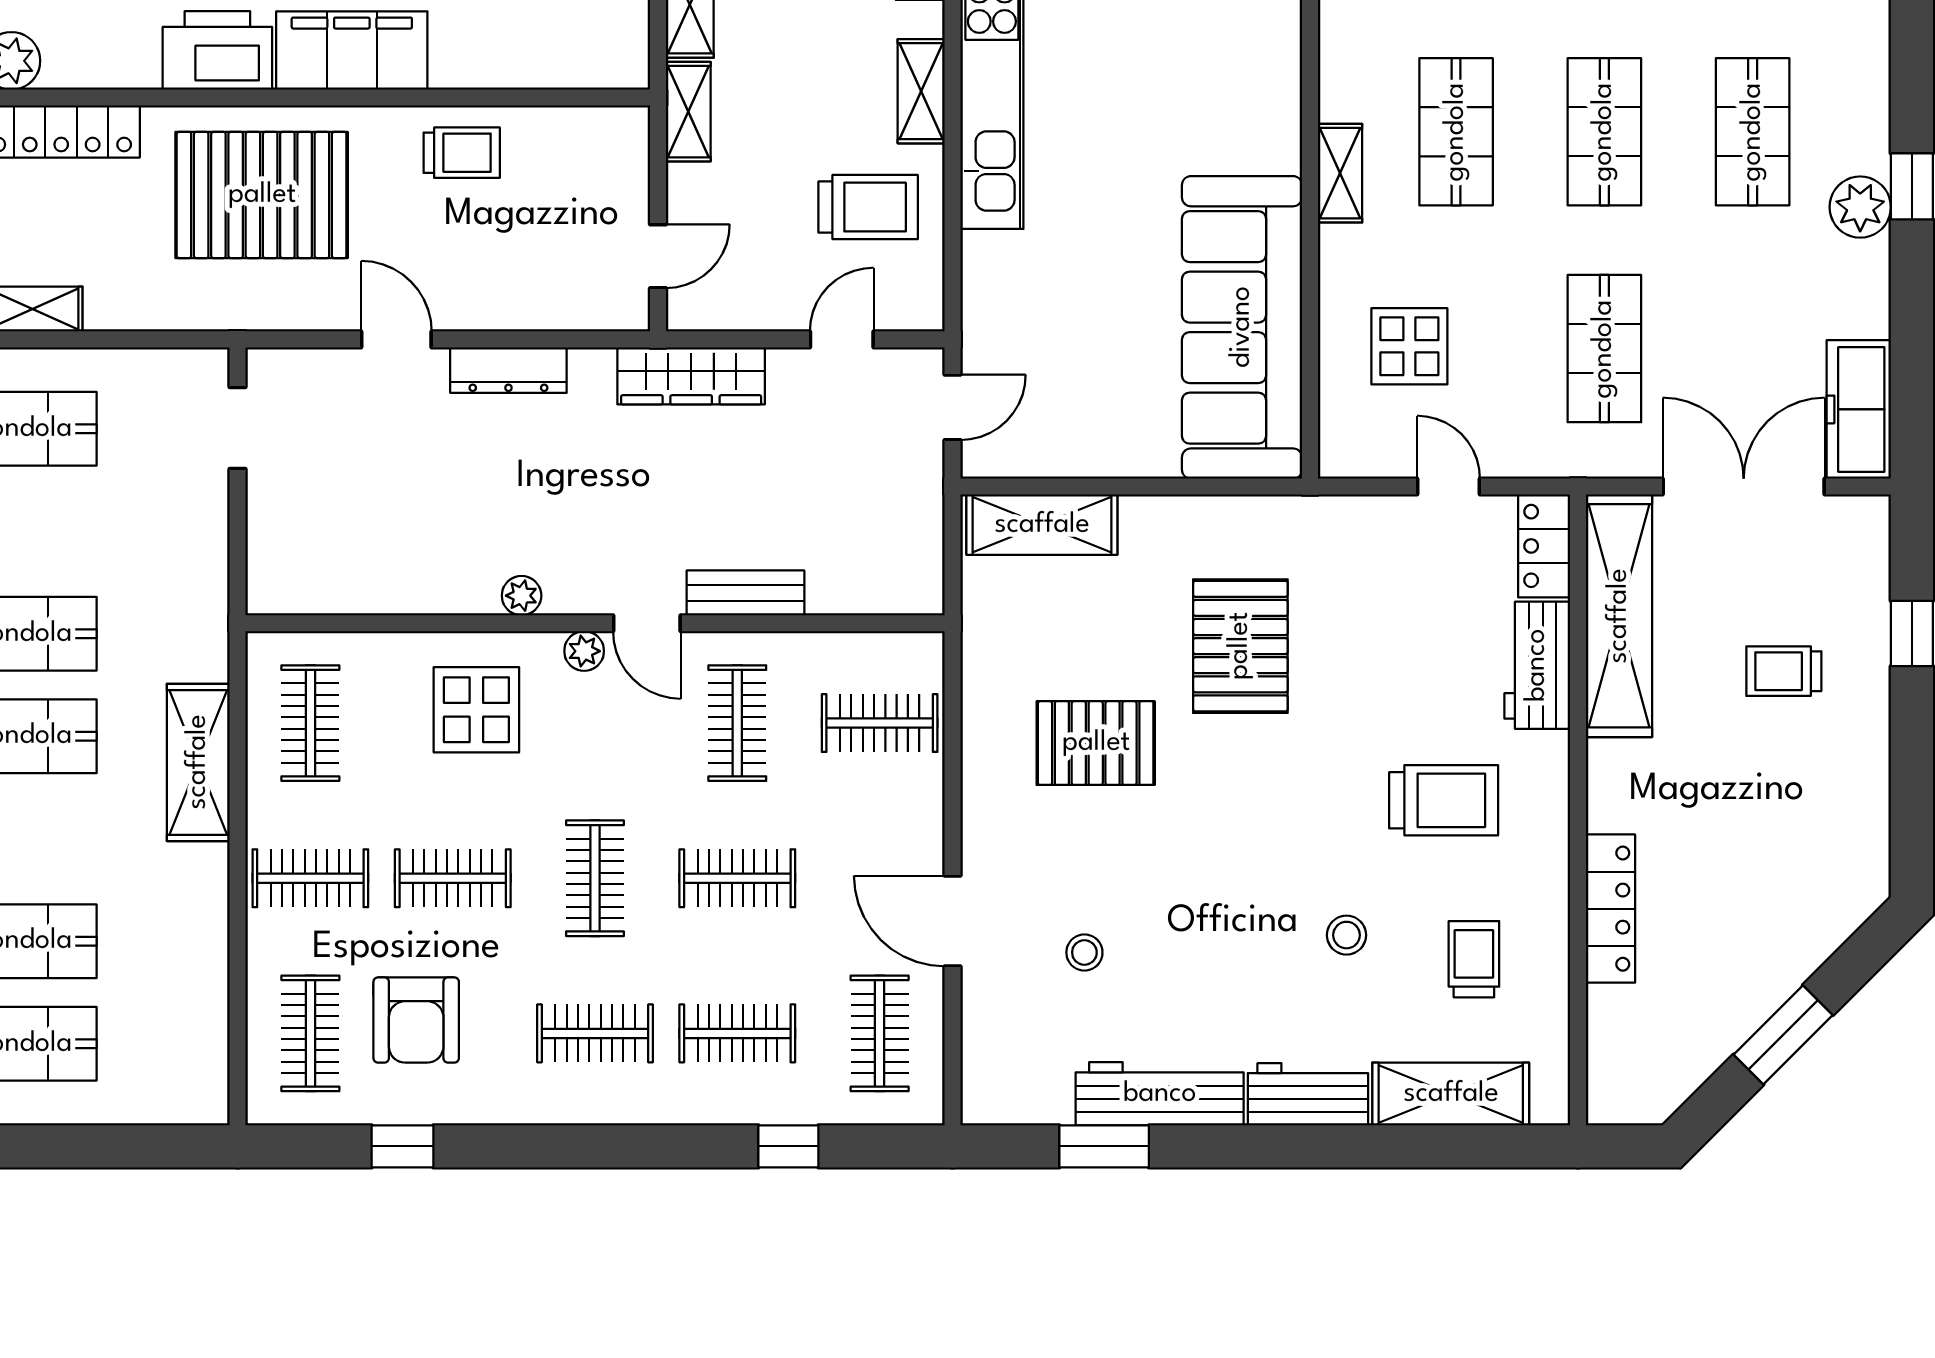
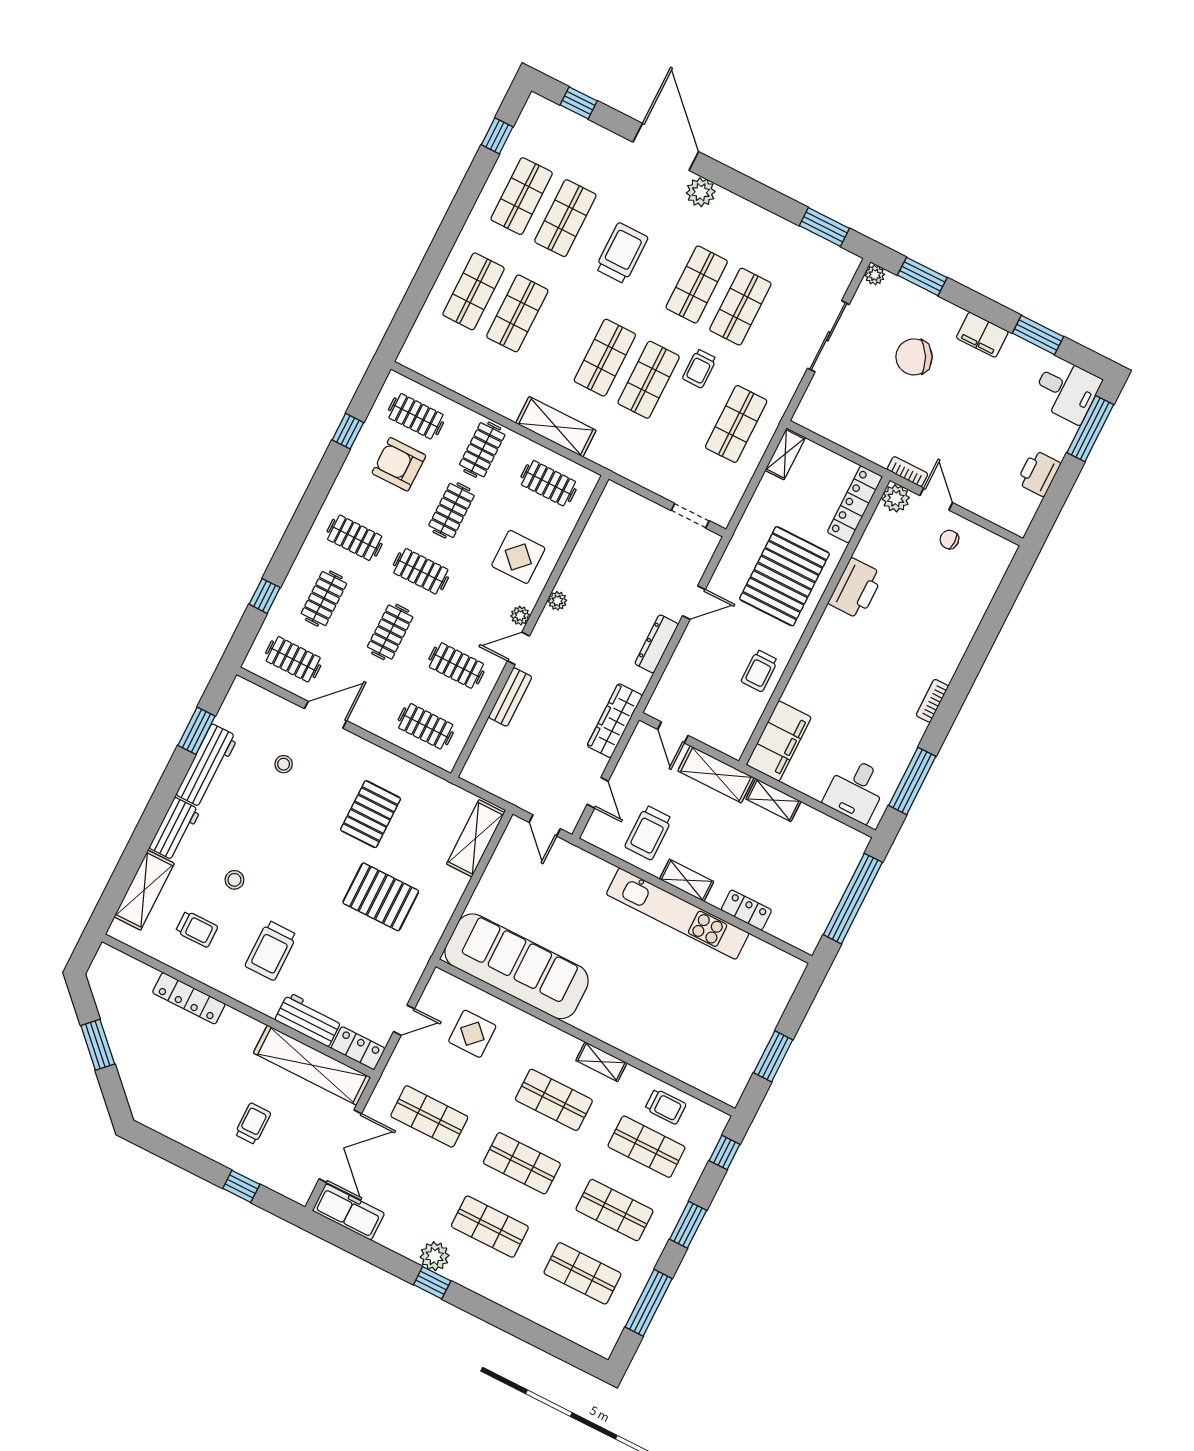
filing cabinet: (352, 50) -> (779, 741), moved
shelving: (688, 112) -> (716, 774), width x1.50, depth x1.33
shelving: (1340, 173) -> (601, 1062), moved
clothes rail: (880, 723) -> (426, 726), turned 90
clothes rail: (595, 1033) -> (355, 538), turned 90

